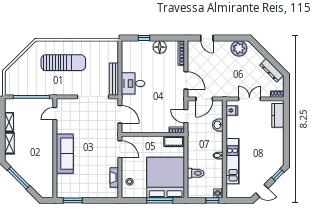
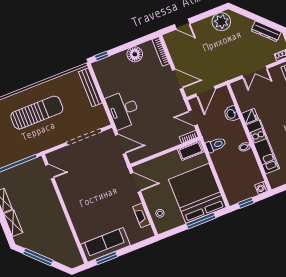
window: (144, 38) -> (102, 56), moved
bench: (114, 79) -> (90, 87), moved
desk: (133, 83) -> (123, 110), width x1.37
double door: (249, 99) -> (255, 72), swing flipped
fridge: (232, 110) -> (250, 116), moved
door: (55, 114) -> (50, 172), swing flipped
sofa: (65, 154) -> (105, 245), moved, turned -90
toilet: (196, 173) -> (216, 145), moved
window: (212, 200) -> (246, 203), moved

